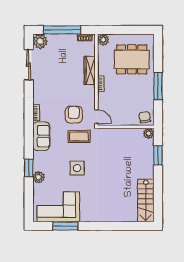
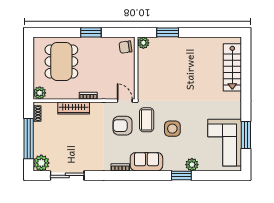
window: (158, 86) -> (91, 32), width x0.69
door: (96, 117) -> (125, 101), hinge flipped
side table: (77, 168) -> (172, 129), moved
stairs: (146, 200) -> (232, 67), moved, turned 90

